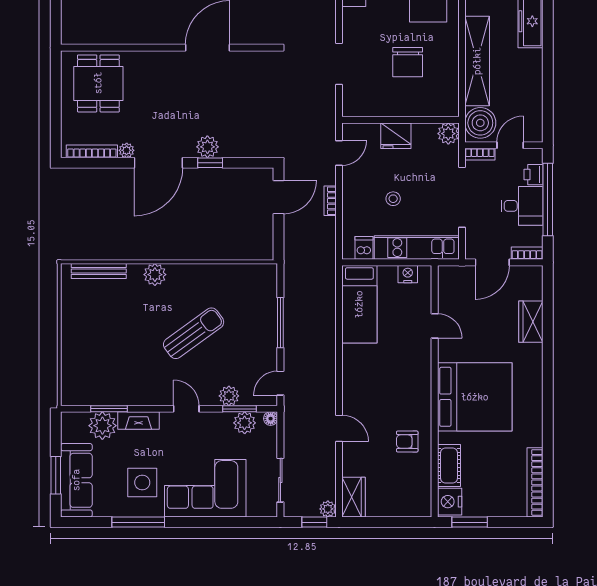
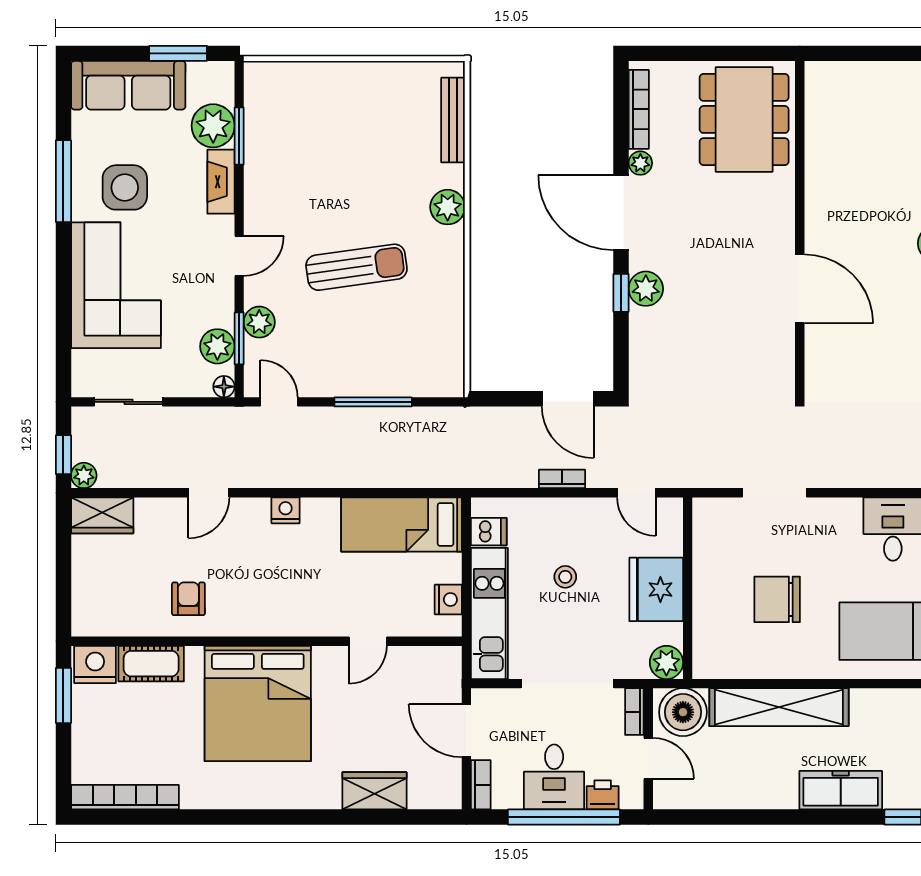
dining table: (98, 83) -> (744, 119), width x1.38
fridge: (396, 136) -> (656, 589), width x1.36, depth x1.34
sun lounger: (194, 333) -> (356, 267), turned -62
nightstand: (350, 379) -> (286, 510), added
window: (56, 475) -> (178, 53), moved

